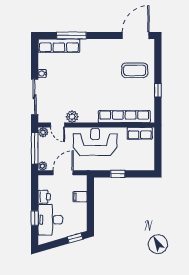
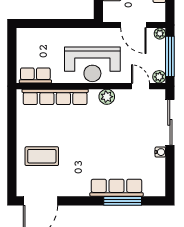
row of seats: (59, 46) -> (117, 188), moved
window: (158, 90) -> (12, 131), removed
plant: (72, 117) -> (107, 97), moved
door: (63, 173) -> (133, 25), hinge flipped
window: (118, 174) -> (63, 24), removed

